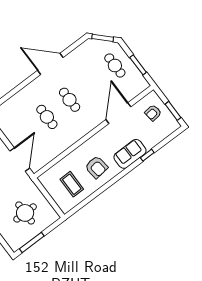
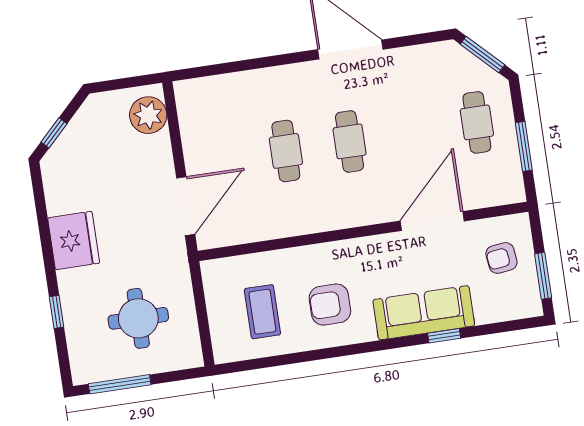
sofa: (130, 154) -> (424, 313), width x1.36
armchair: (96, 167) -> (330, 305), turned 97

